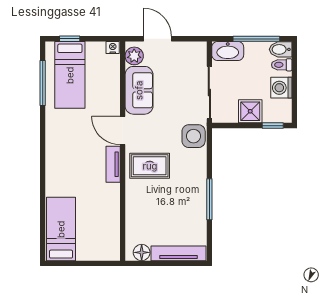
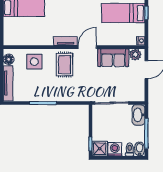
shower: (250, 111) -> (100, 149), moved
side table: (194, 136) -> (34, 62), moved

